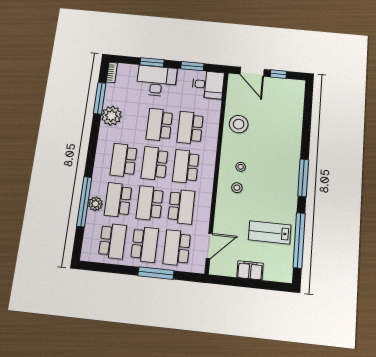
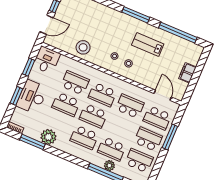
school desk: (190, 128) -> (75, 83), turned 180
school desk: (150, 203) -> (121, 128), removed
lab bench: (270, 232) -> (148, 45), moved, turned 90

